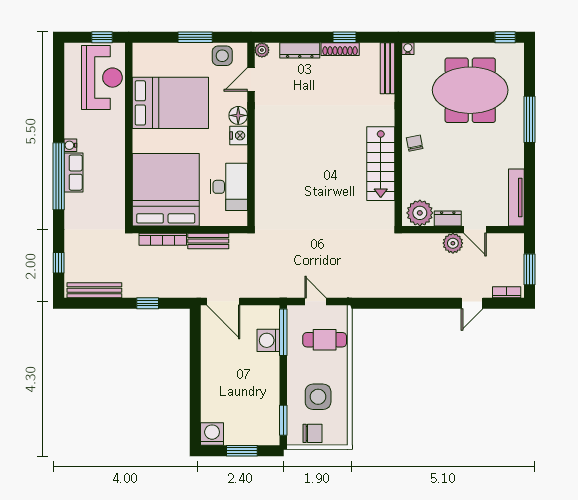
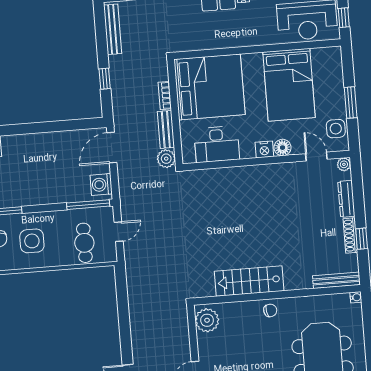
dresser: (448, 218) -> (204, 346), removed
bookcase: (163, 239) -> (165, 96), width x0.64
plant: (453, 243) -> (166, 159), moved
washing machine: (268, 340) -> (101, 185), moved, turned -90

